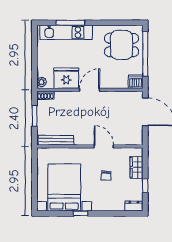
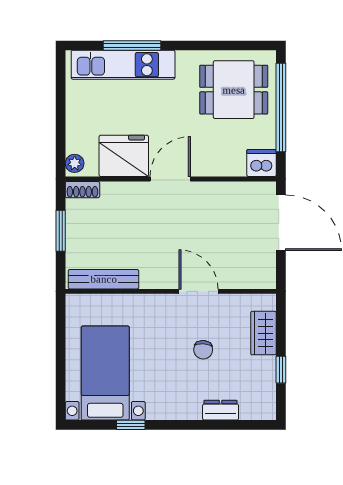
bed with nightstands: (64, 187) -> (105, 373), width x0.73
dresser: (134, 206) -> (221, 410), moved
window: (80, 213) -> (131, 425), moved

